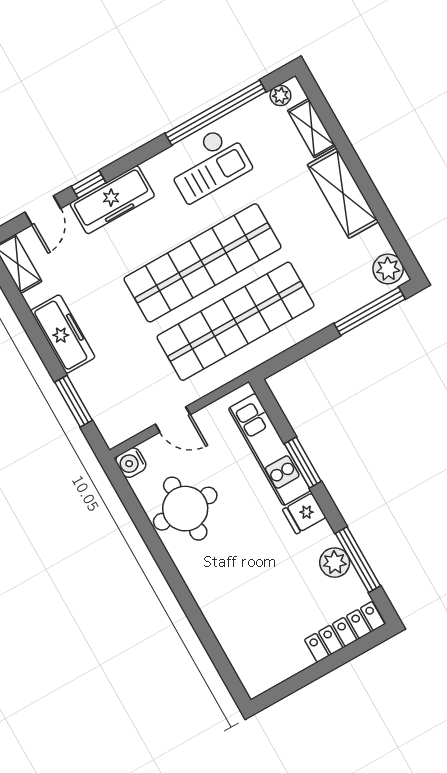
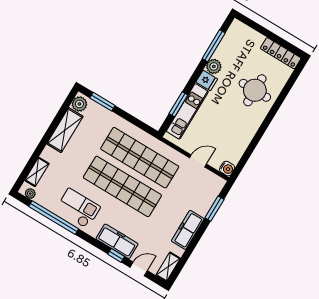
shelving: (343, 193) -> (65, 130), moved
window: (370, 311) -> (102, 102), width x0.69
door: (173, 419) -> (198, 161), hinge flipped
window: (303, 462) -> (178, 104), moved
round table: (185, 509) -> (255, 90), moved
plant: (335, 563) -> (214, 66), moved
locker: (345, 632) -> (281, 53), moved

